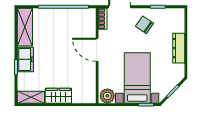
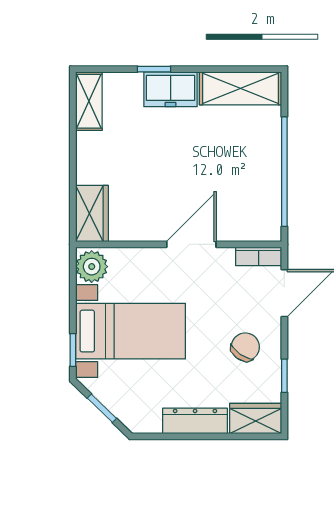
wardrobe: (178, 20) -> (256, 418), added
wardrobe: (58, 96) -> (92, 213), moved

